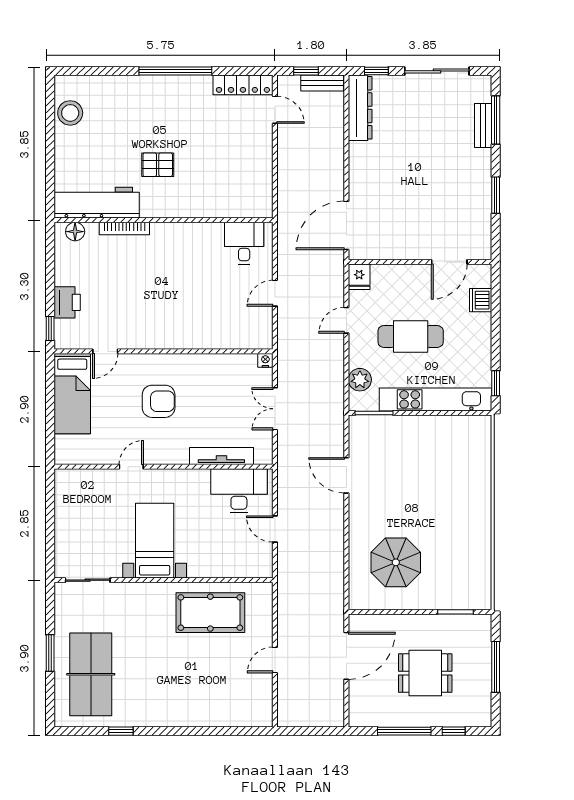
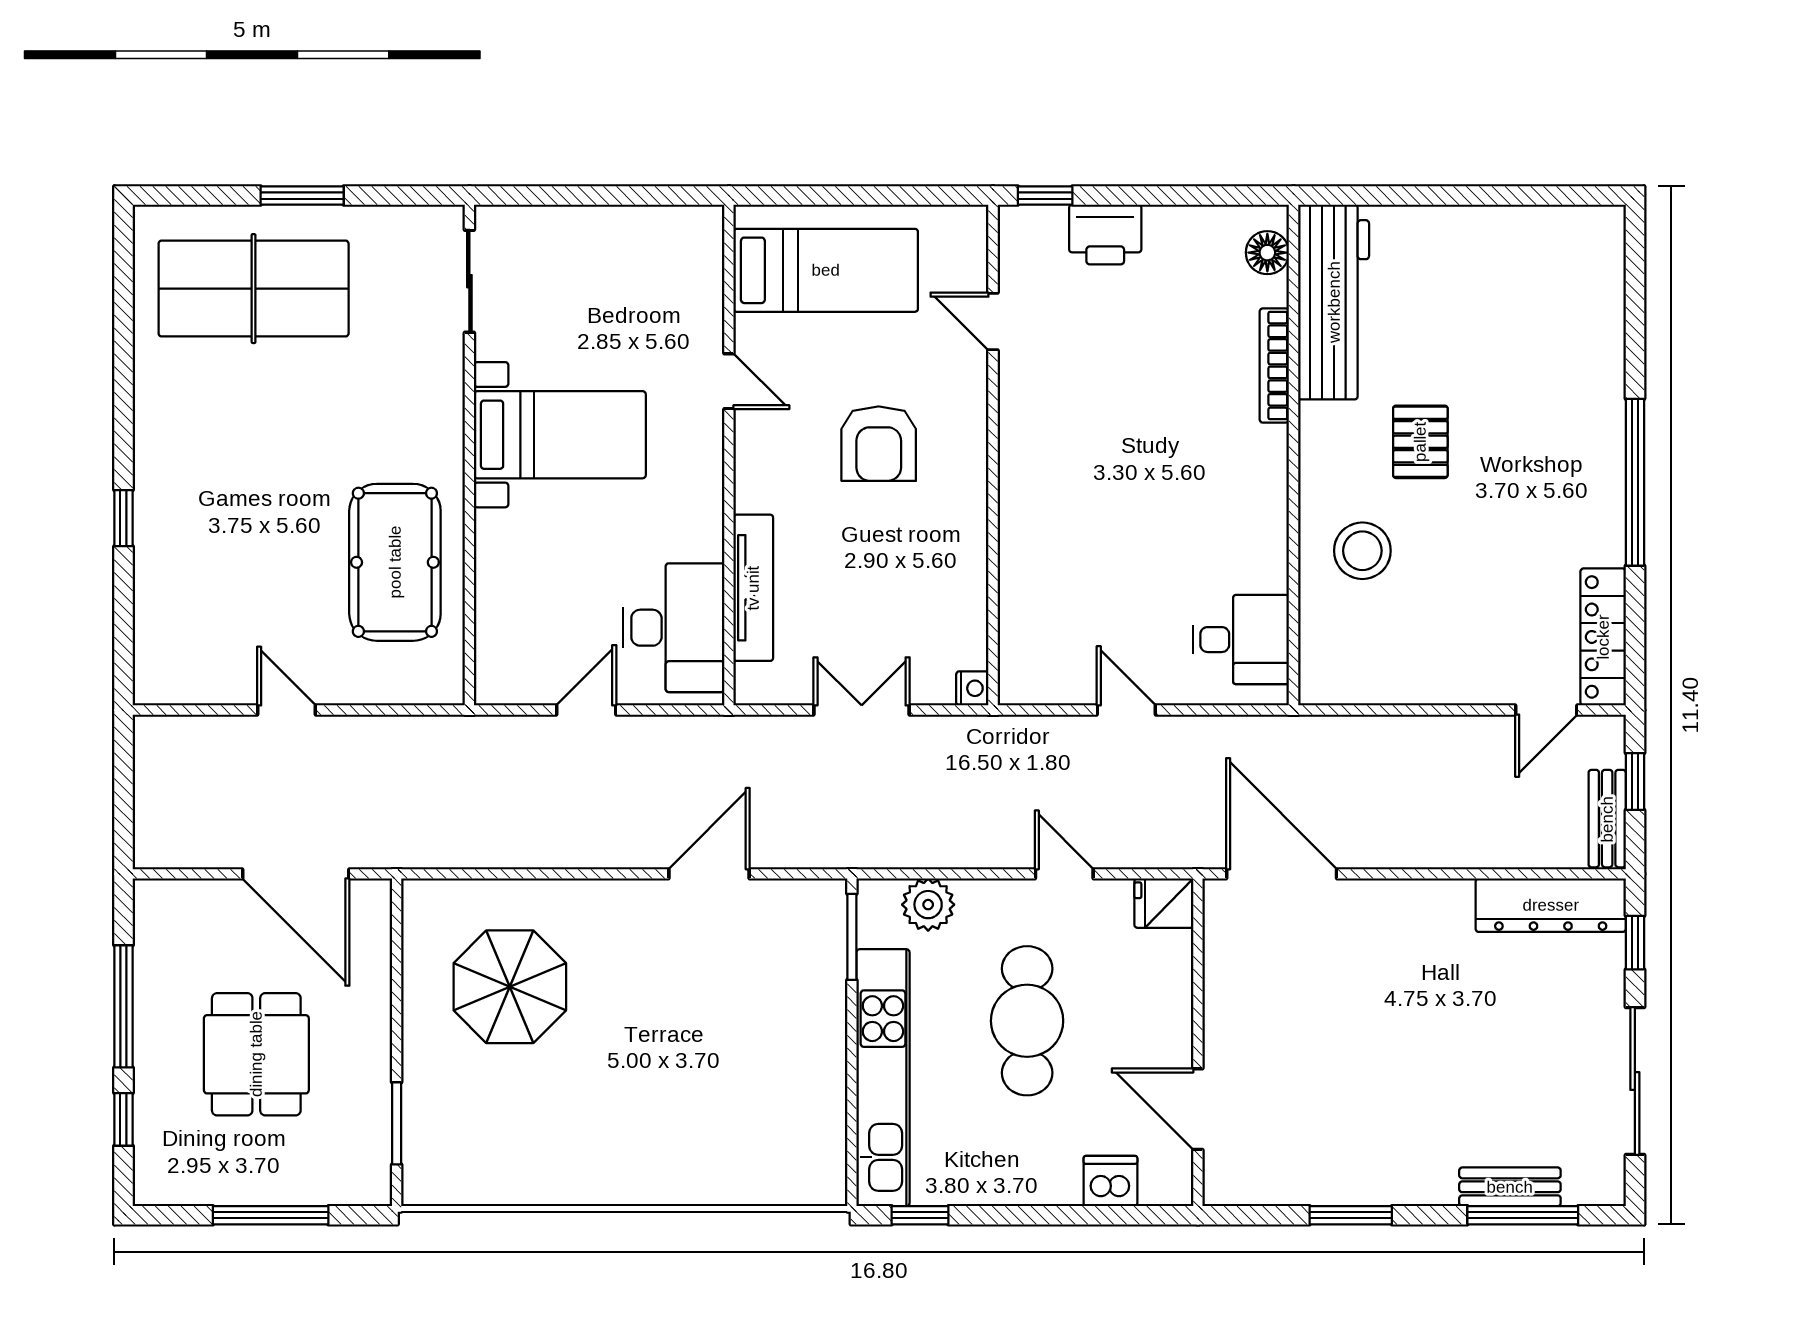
stool: (70, 113) -> (1362, 551), moved
bed: (72, 394) -> (826, 270), moved, turned 180
window: (121, 731) -> (123, 518), moved

